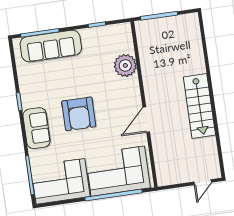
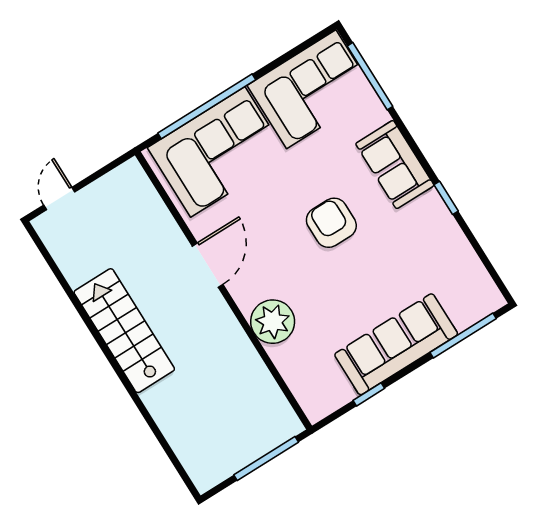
sofa: (51, 46) -> (396, 344), moved
plant: (125, 65) -> (273, 322), moved
armchair: (79, 114) -> (331, 223), width x0.73, depth x0.73

